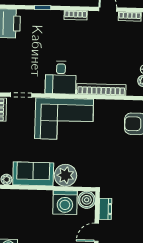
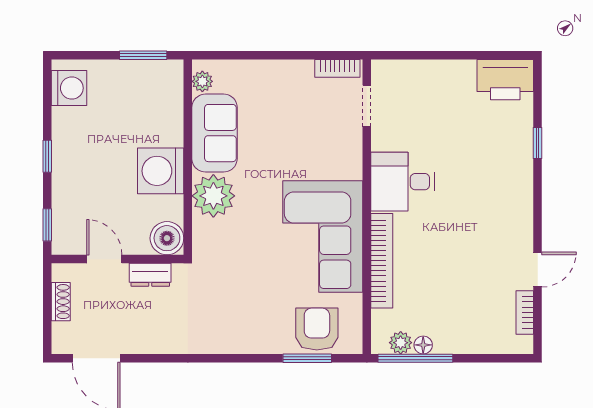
bookcase: (76, 15) -> (525, 207), removed
corner sofa: (64, 119) -> (323, 237), moved
washing machine: (65, 202) -> (161, 171), moved

